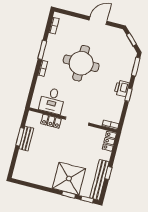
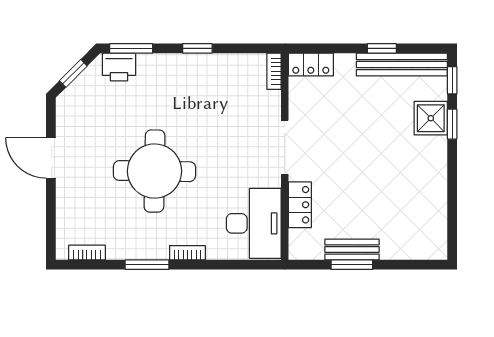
printer: (122, 88) -> (119, 67), moved
desk: (52, 101) -> (254, 223), width x1.37
shower: (69, 179) -> (431, 118), width x0.54, depth x0.54

